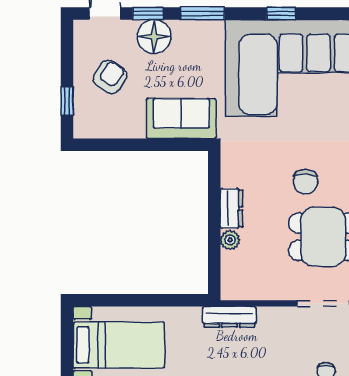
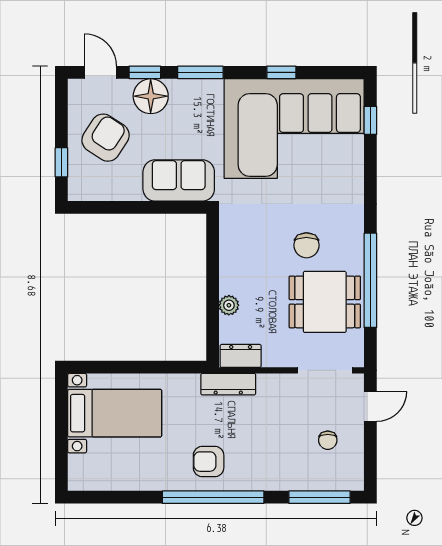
armchair: (110, 77) -> (106, 138), width x1.38, depth x1.38
dresser: (232, 208) -> (241, 356), moved, turned -90

